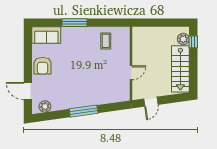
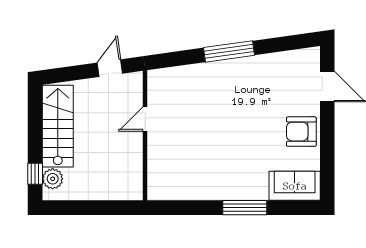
coffee table: (106, 41) -> (190, 175), removed
armchair: (43, 66) -> (301, 132), turned -90
plant: (45, 106) -> (297, 60), removed

